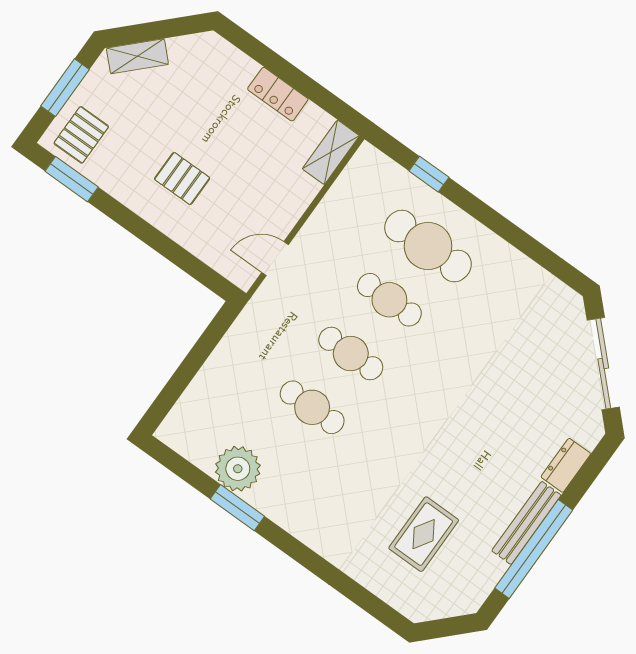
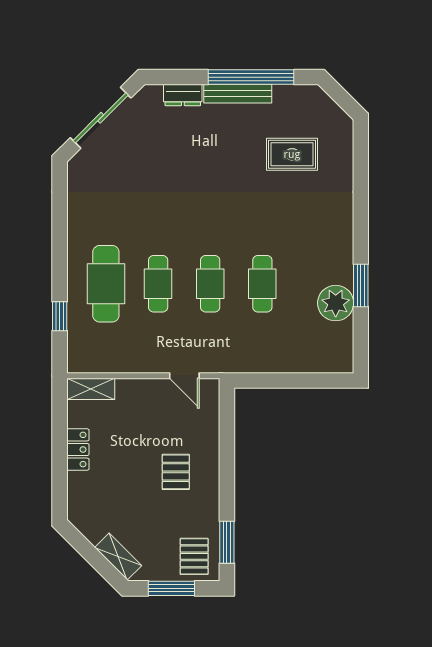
pallet: (81, 135) -> (194, 556), turned 90

